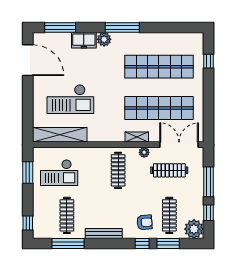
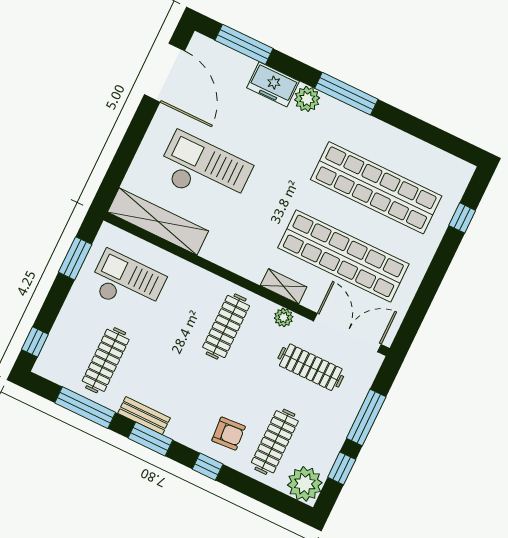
checkout: (70, 99) -> (204, 171), turned 180
checkout: (59, 173) -> (127, 283), turned 180
bench: (104, 233) -> (144, 416), width x0.73
window: (168, 244) -> (150, 439), moved

